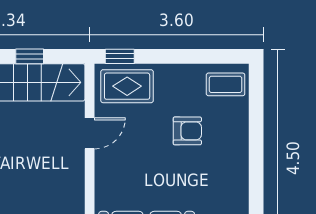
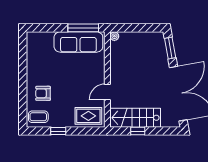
window: (120, 56) -> (58, 131), moved
armchair: (187, 131) -> (43, 93), moved

